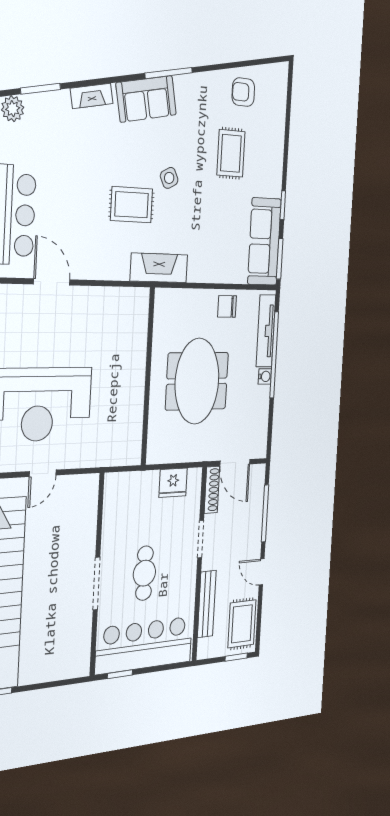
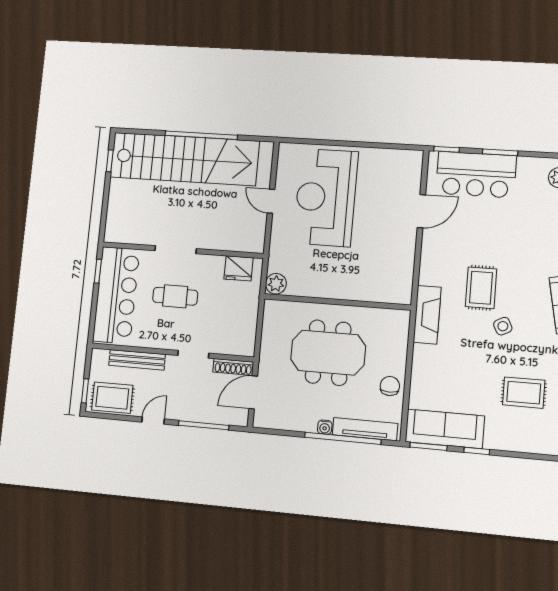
plant: (130, 453) -> (276, 284), added
fridge: (173, 483) -> (239, 268), moved, turned -90

